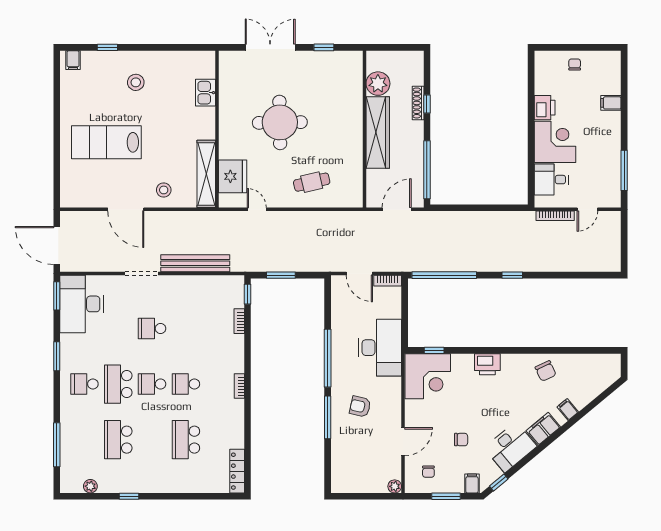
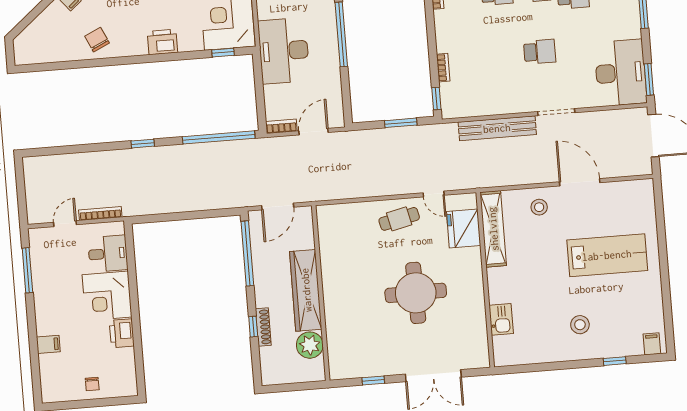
cafe table: (312, 182) -> (399, 219), moved
door: (359, 273) -> (314, 132), hinge flipped

